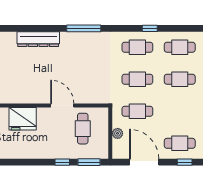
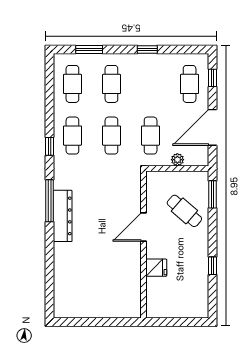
window: (150, 28) -> (50, 146), moved
dresser: (38, 39) -> (63, 216), moved
fridge: (23, 119) -> (156, 268), width x0.53, depth x0.75
cafe table: (83, 129) -> (184, 211), moved, turned 41
window: (62, 162) -> (212, 266), moved

